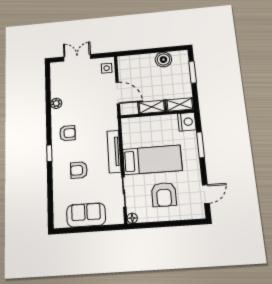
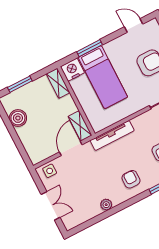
double door: (77, 58) -> (51, 206), swing flipped
shelving: (152, 107) -> (80, 126), moved
tv unit: (114, 151) -> (112, 135), moved
bed: (152, 160) -> (103, 77), moved, turned 180

